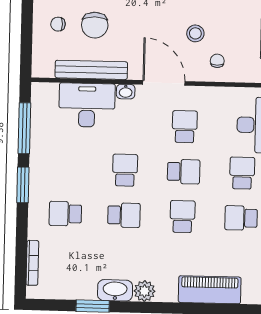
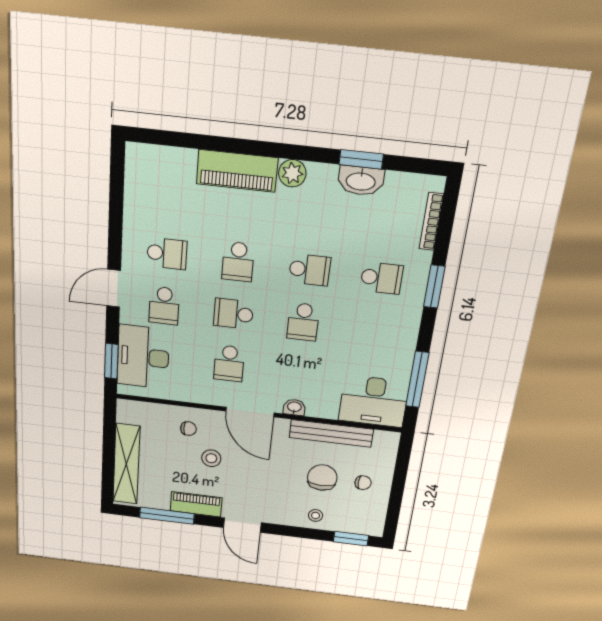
chair: (217, 61) -> (188, 429), turned -90
desk: (87, 105) -> (374, 401), moved
window: (23, 185) -> (434, 287), moved
school desk: (124, 215) -> (310, 270), turned 180
washbasin: (115, 290) -> (361, 181), moved
piano: (210, 290) -> (237, 171), moved

